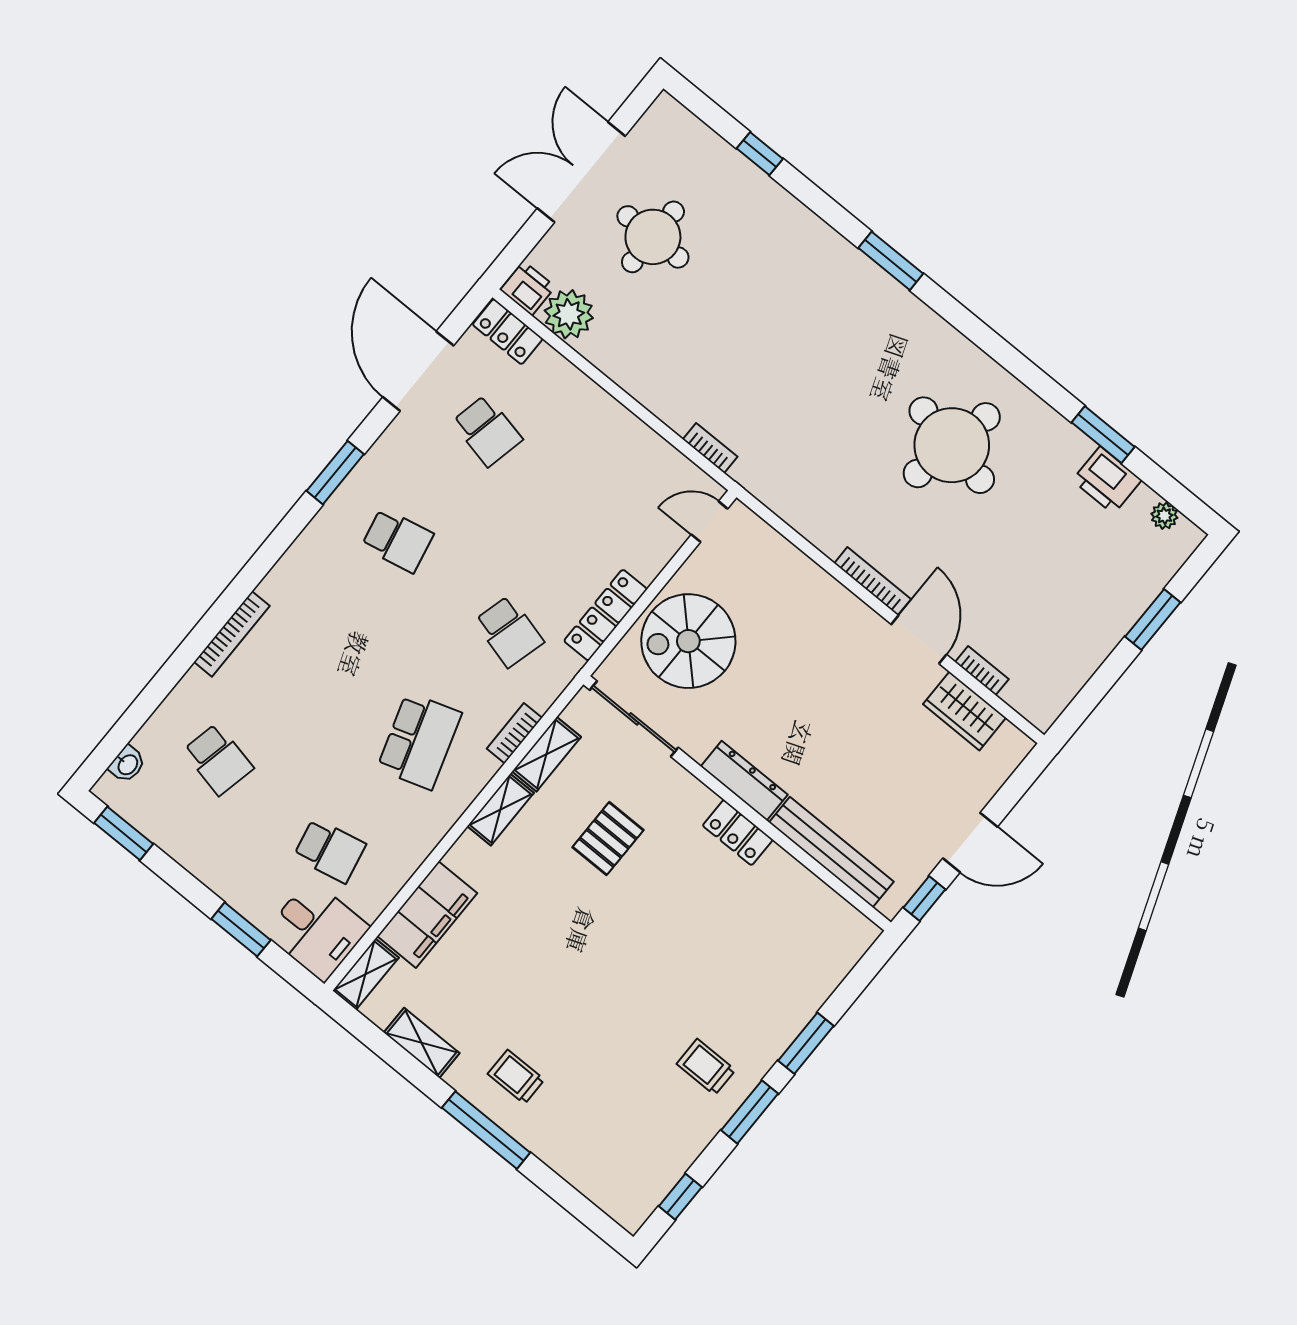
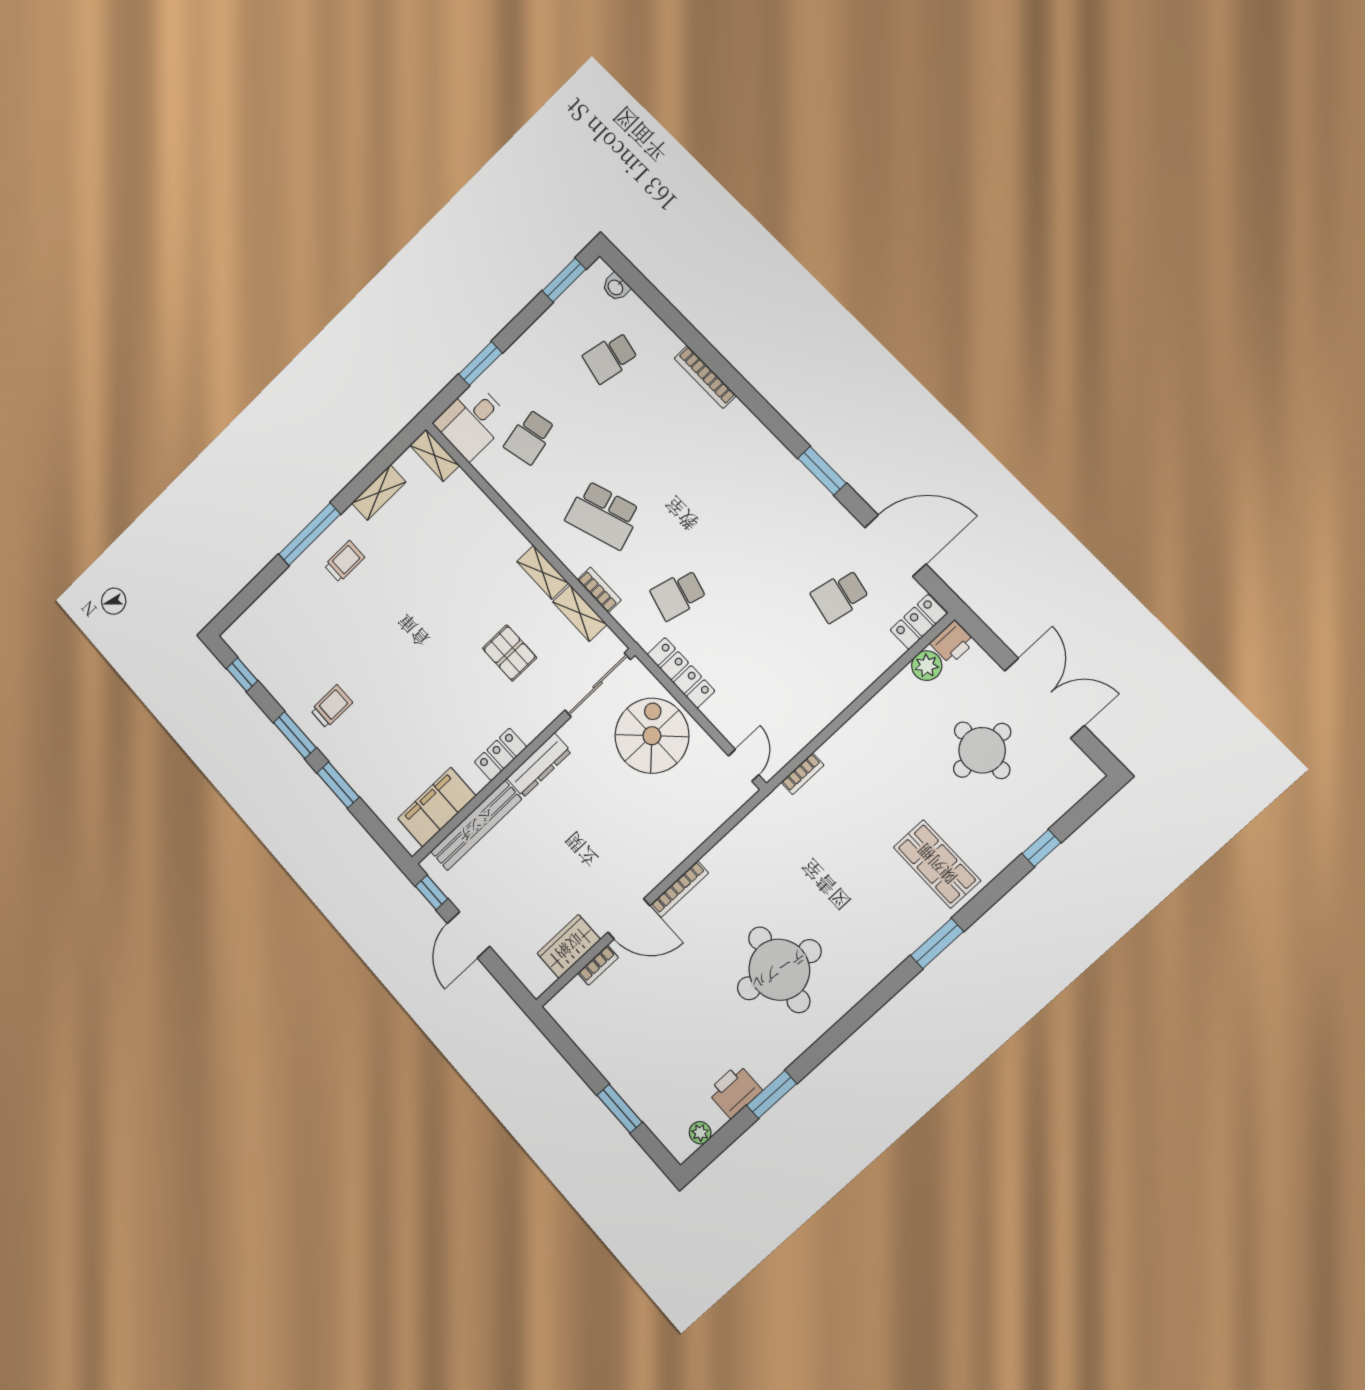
shop shelf: (796, 273) -> (937, 864), added
plant: (569, 314) -> (927, 666), width x0.73, depth x0.73
school desk: (397, 540) -> (761, 515), removed
filing cabinet: (427, 915) -> (437, 807), moved, turned 90

